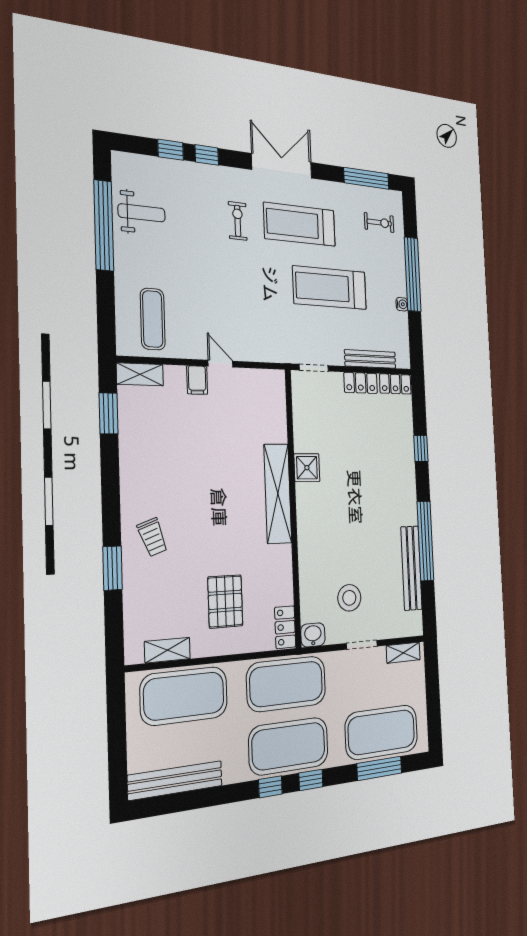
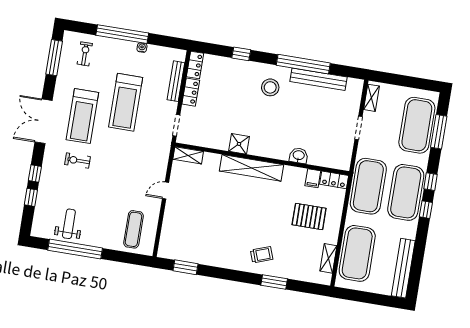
exercise mat: (153, 319) -> (134, 229), turned 90
shelving: (140, 374) -> (188, 155), moved, turned 90
filing cabinet: (197, 380) -> (313, 178), moved, turned 90
stool: (349, 598) -> (270, 87), moved
washbasin: (313, 635) -> (299, 156), moved, turned 90

